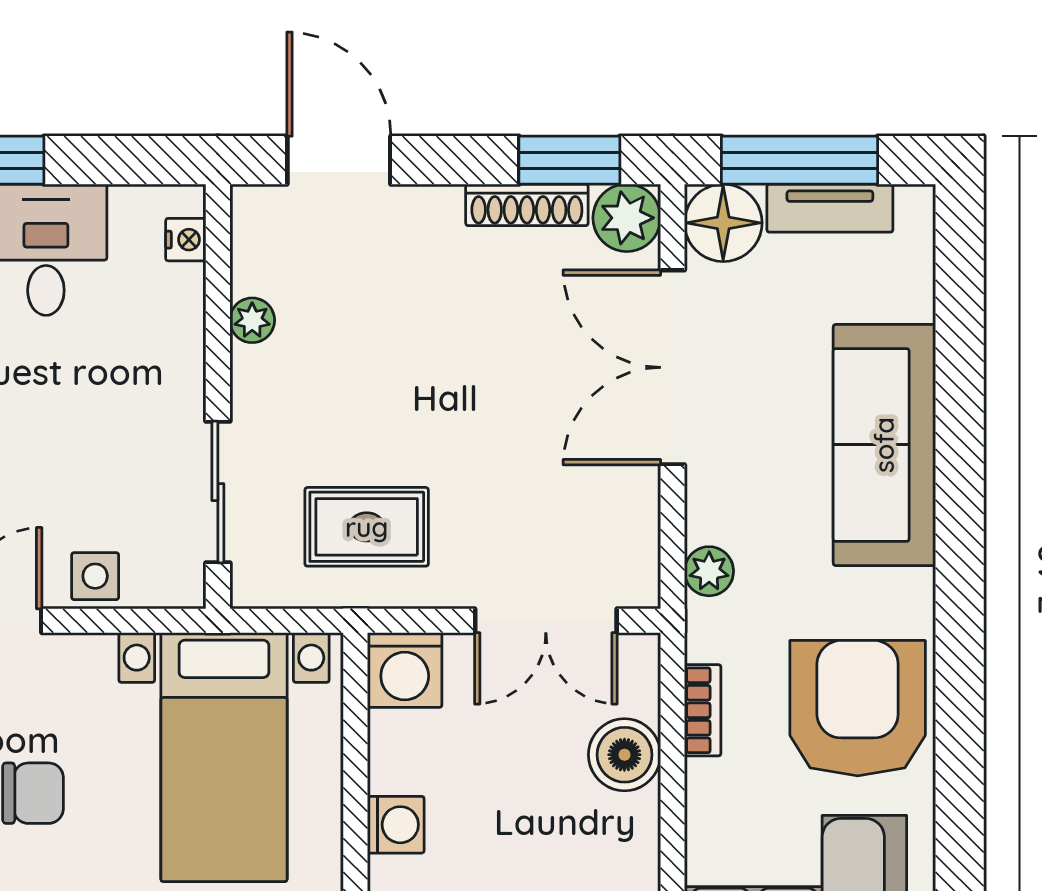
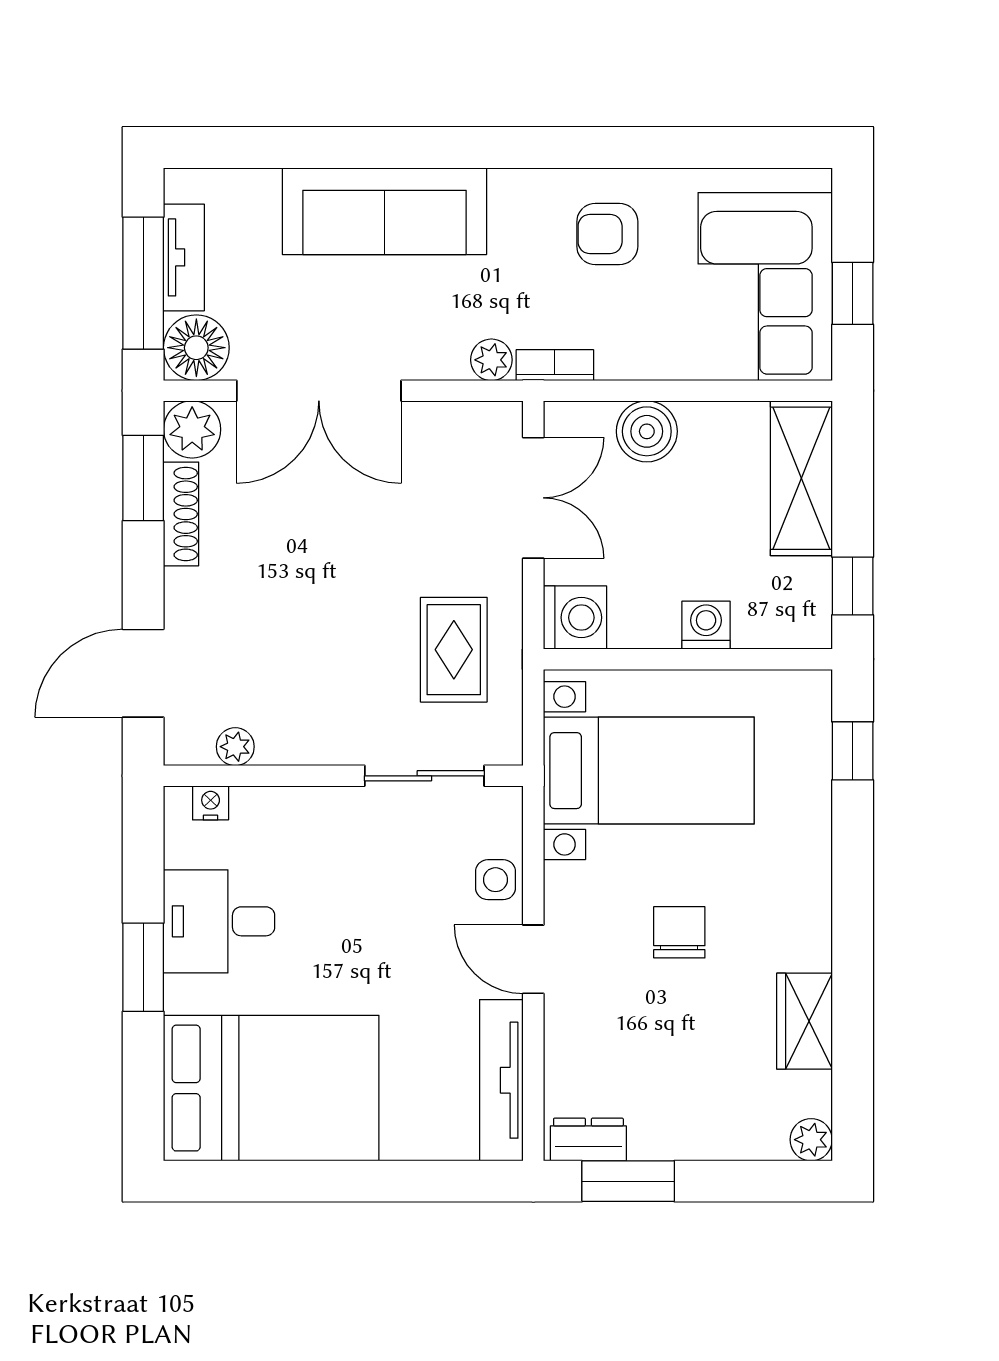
plant: (252, 320) -> (235, 747), moved
armchair: (858, 708) -> (607, 234), width x0.53, depth x0.53
bookcase: (703, 710) -> (555, 365), moved

